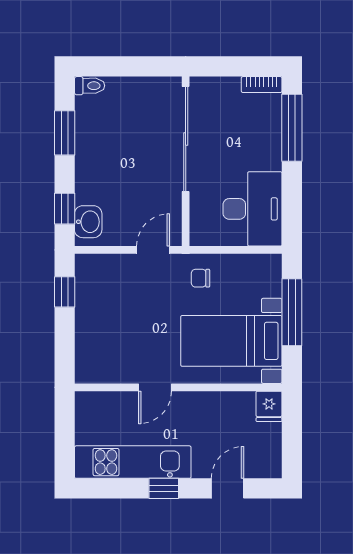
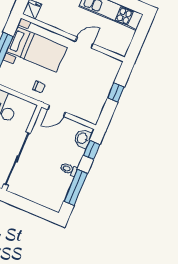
toilet: (90, 86) -> (69, 169), moved
window: (65, 133) -> (76, 187), width x1.44
window: (65, 292) -> (116, 92), moved

